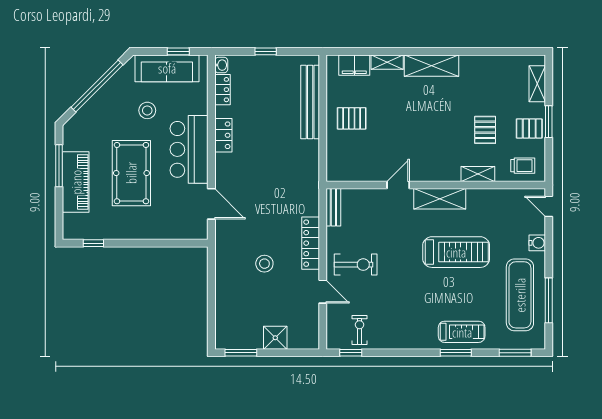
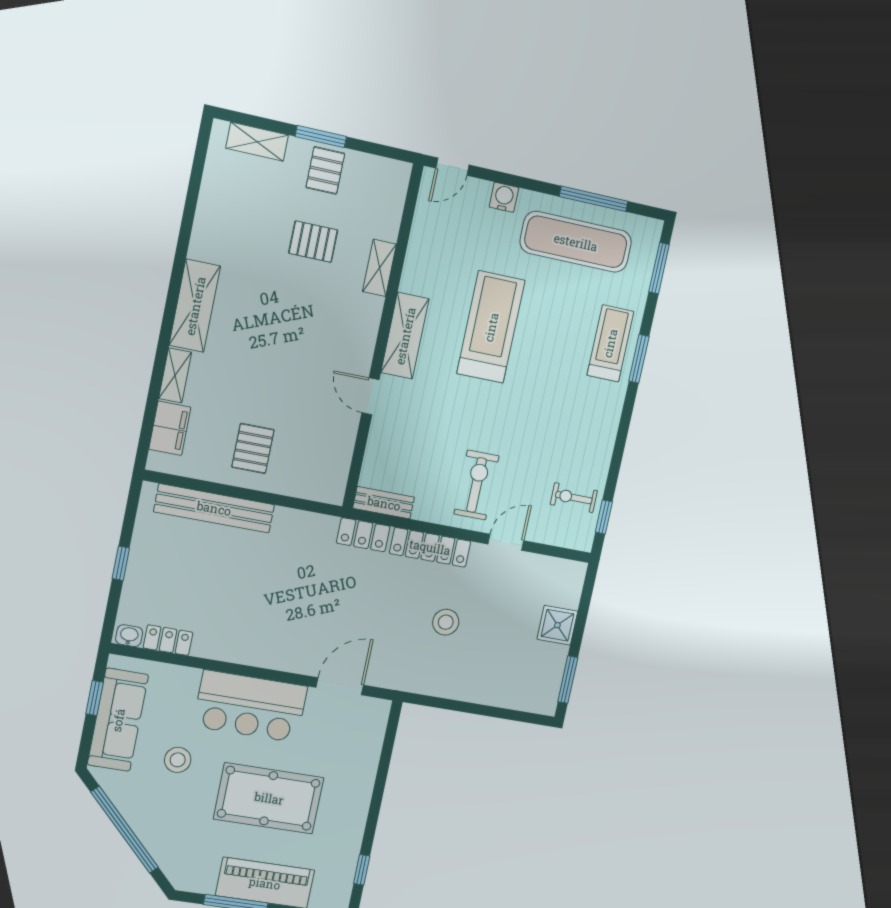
locker: (223, 135) -> (363, 535), moved, turned 180
trolley: (523, 166) -> (381, 194), removed

